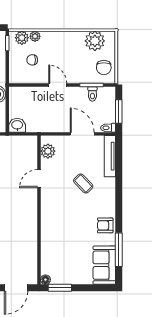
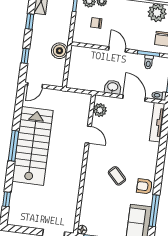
washbasin: (17, 125) -> (113, 87), moved
door: (39, 179) -> (88, 135), swing flipped
coffee table: (83, 183) -> (117, 176), moved

